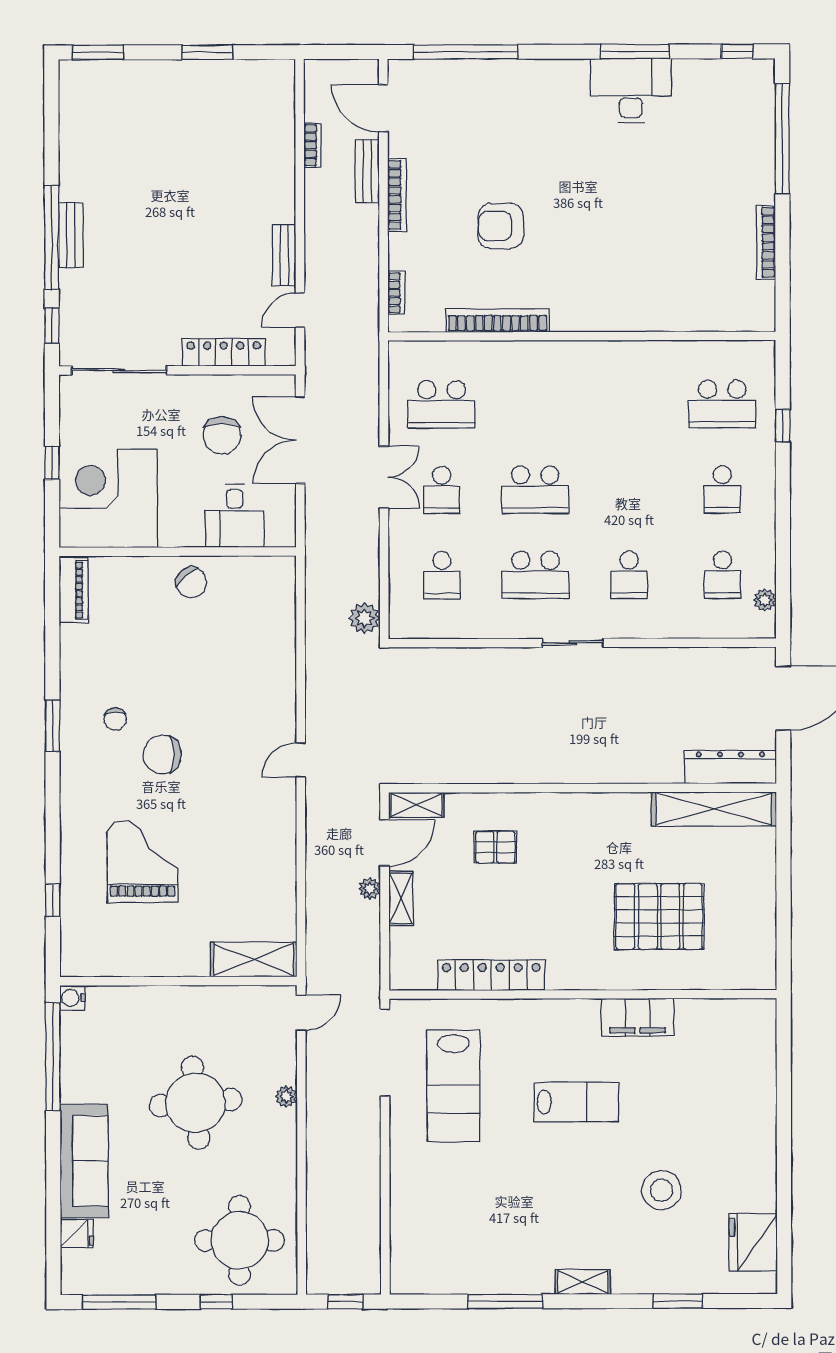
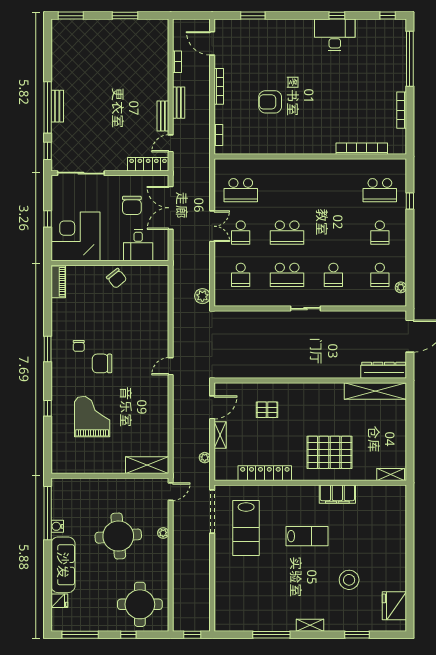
window: (466, 52) -> (253, 16), width x0.47
window: (635, 52) -> (337, 16), width x0.46
bench: (367, 171) -> (179, 103), moved
bookcase: (497, 320) -> (362, 149), moved
locker: (224, 352) -> (148, 164), moved
shelving: (416, 805) -> (391, 474), moved
plant: (370, 889) -> (205, 458), moved
window: (53, 900) -> (48, 408), moved
pallet: (659, 916) -> (329, 452), moved
water cooler: (72, 998) -> (57, 526), moved

